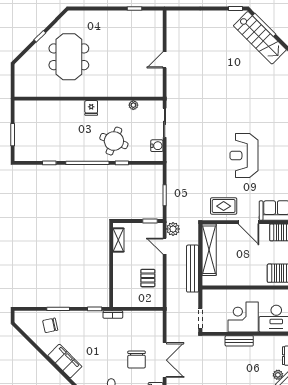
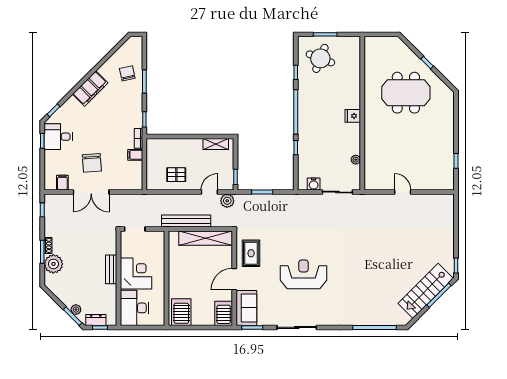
round table: (114, 141) -> (320, 58), moved
filing cabinet: (129, 318) -> (135, 155), added
chair: (137, 360) -> (92, 163), turned -94

